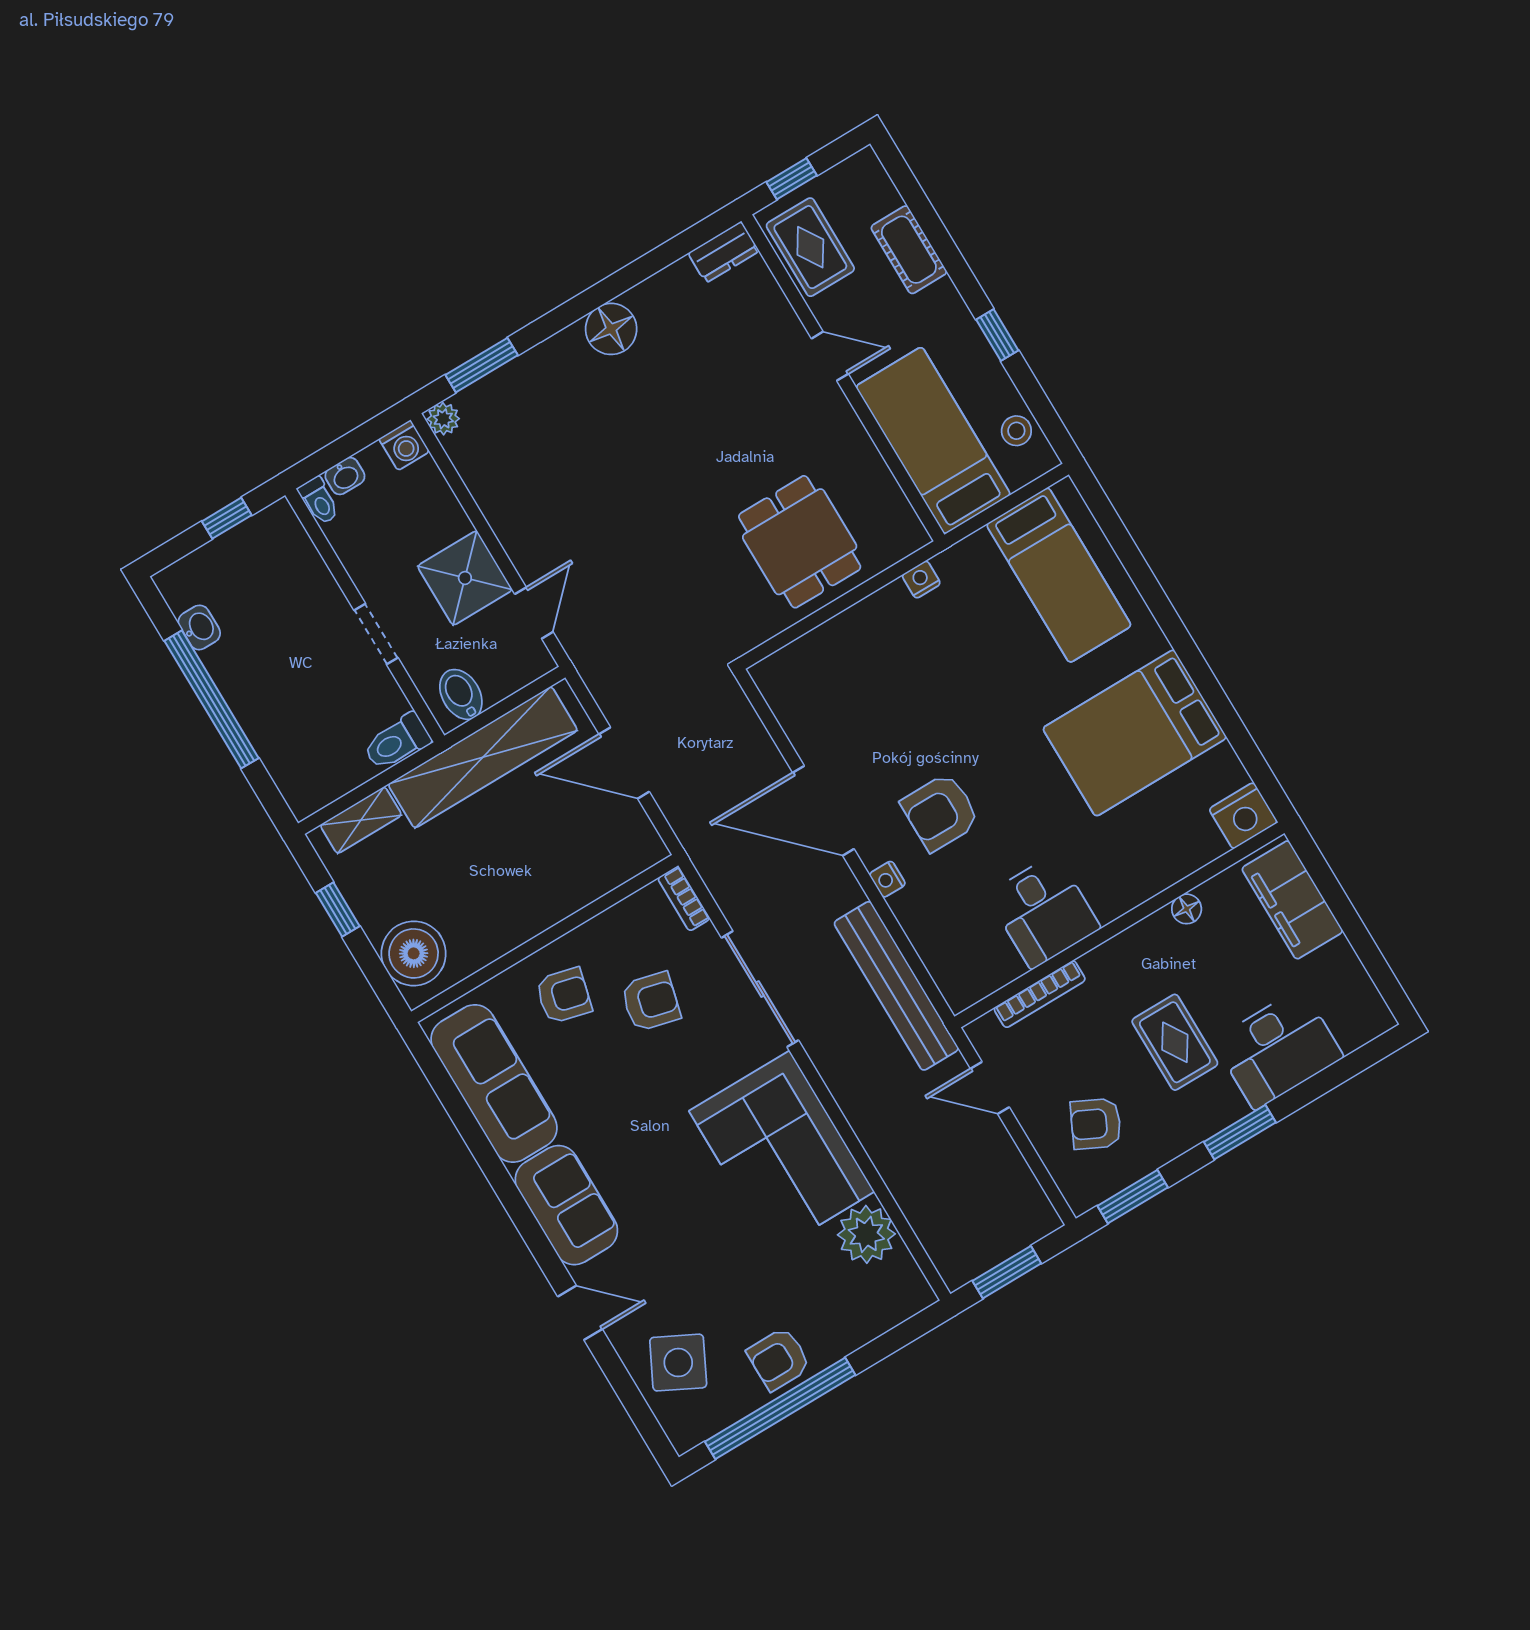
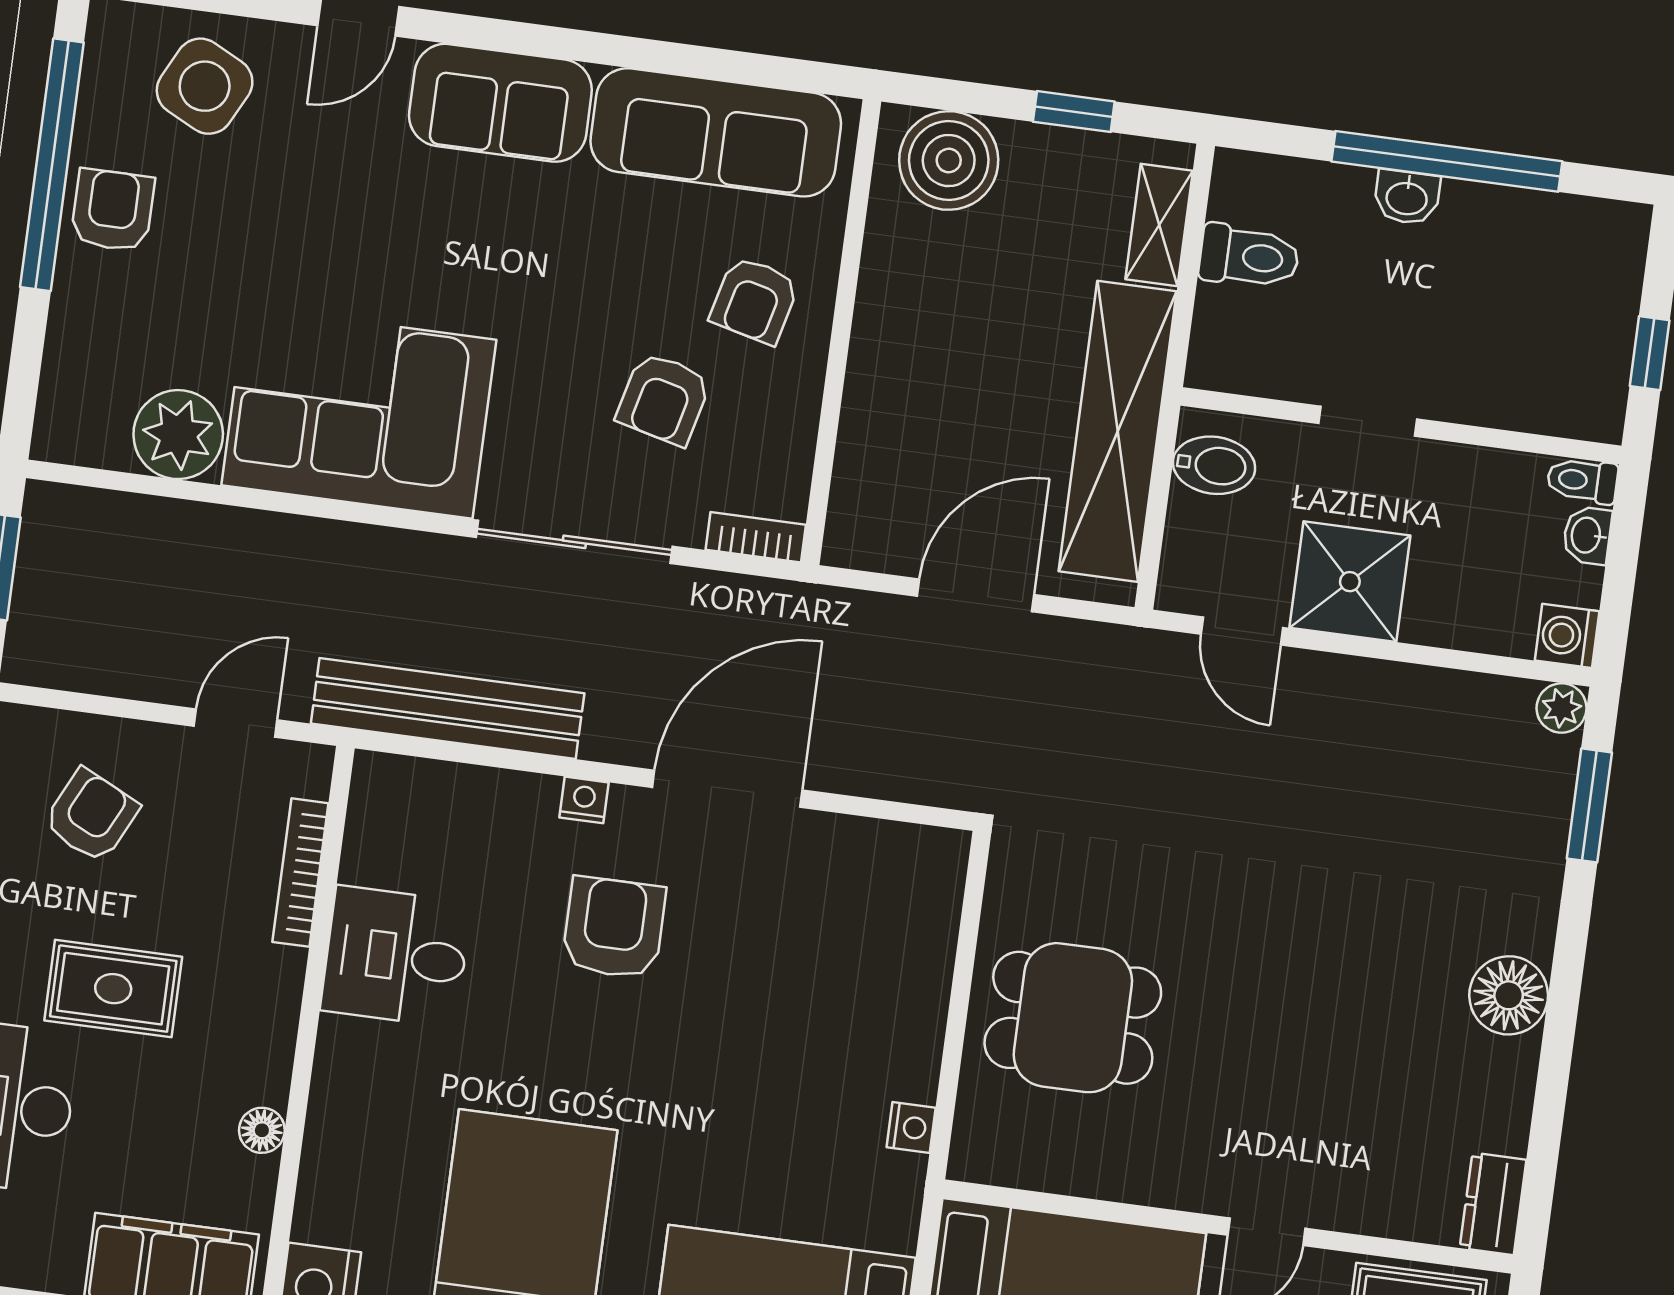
washbasin: (199, 627) -> (1407, 197), moved
toilet: (397, 742) -> (1249, 257), moved, turned 90

